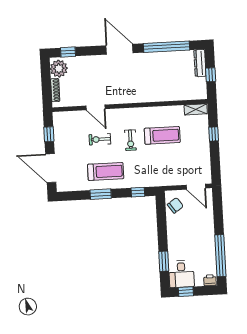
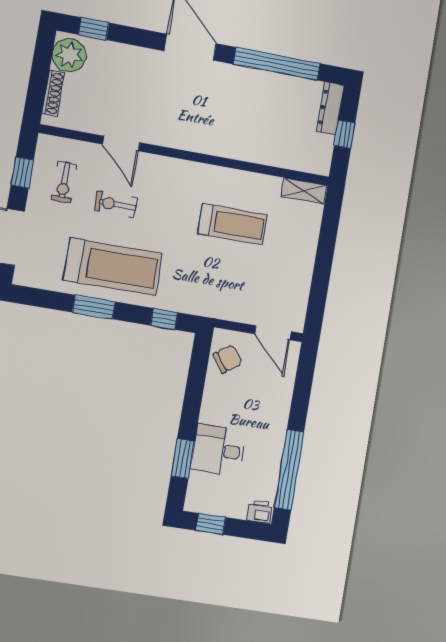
window: (214, 134) -> (327, 244), removed
exercise bike: (130, 140) -> (64, 182), moved
treadmill: (106, 171) -> (113, 267), width x1.37, depth x1.38
desk: (181, 274) -> (218, 450), moved, turned 90

